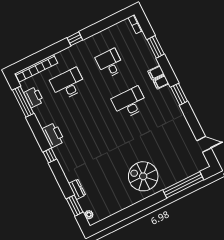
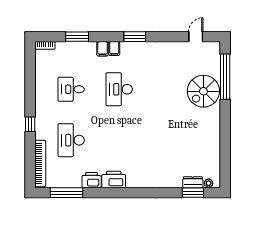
window: (75, 39) -> (30, 124), moved
printer: (34, 97) -> (92, 180), moved
window: (50, 156) -> (132, 193), removed
spiral stairs: (143, 176) -> (203, 91), moved
dresser: (77, 189) -> (193, 182), moved

